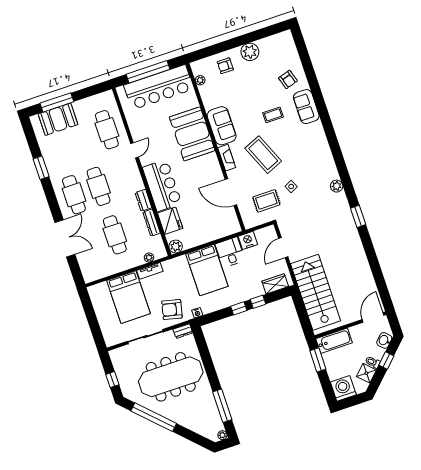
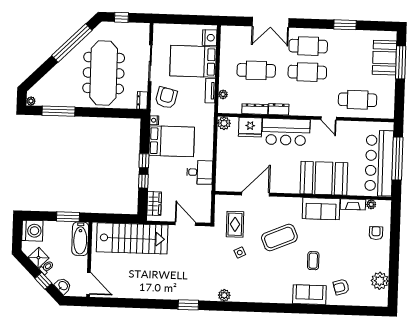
plant: (250, 52) -> (380, 281), moved
fireplace: (227, 158) -> (353, 204), moved
nightstand: (248, 240) -> (210, 38), moved
bed: (207, 270) -> (172, 141), moved, turned 180

